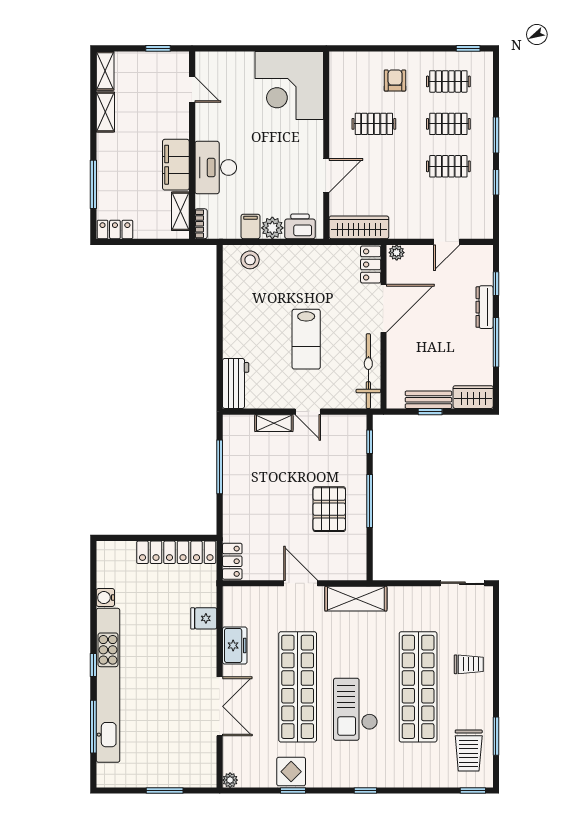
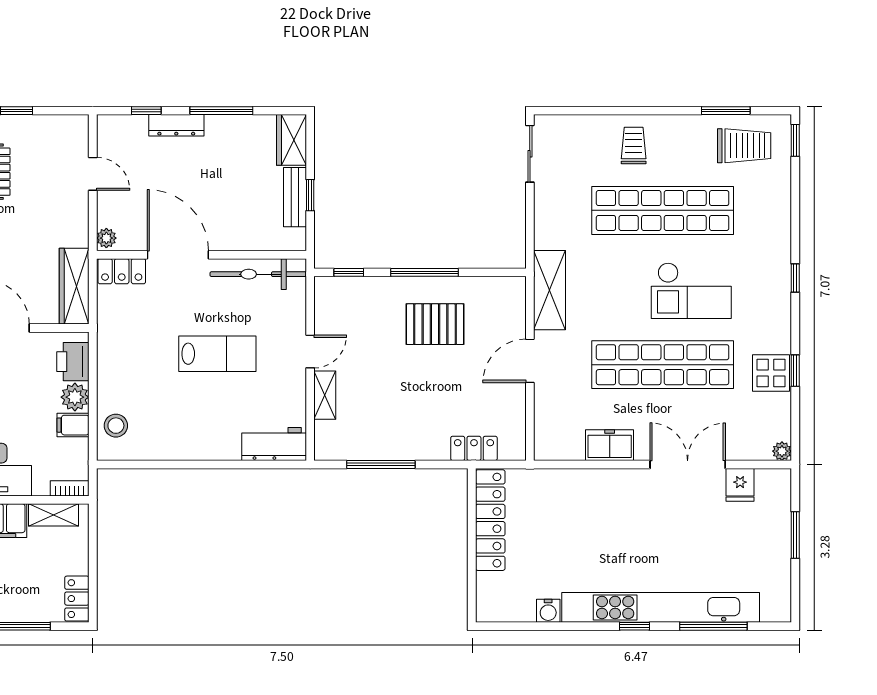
locker: (232, 561) -> (474, 448), moved
fridge: (204, 618) -> (740, 485), moved

